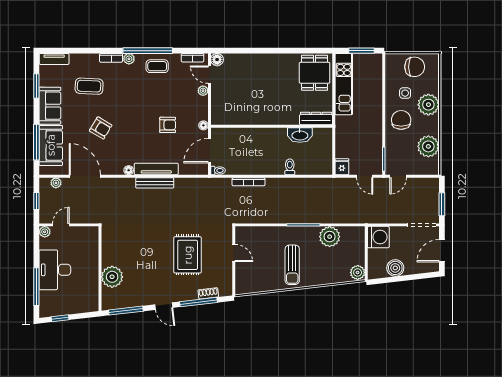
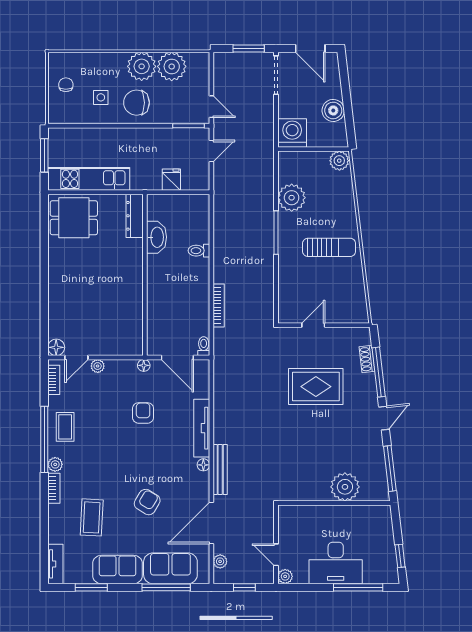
chair: (415, 67) -> (66, 85), width x0.54, depth x0.54
plant: (428, 105) -> (142, 66), moved
fridge: (342, 167) -> (171, 180), moved, turned 90
bench: (155, 183) -> (220, 470), moved

